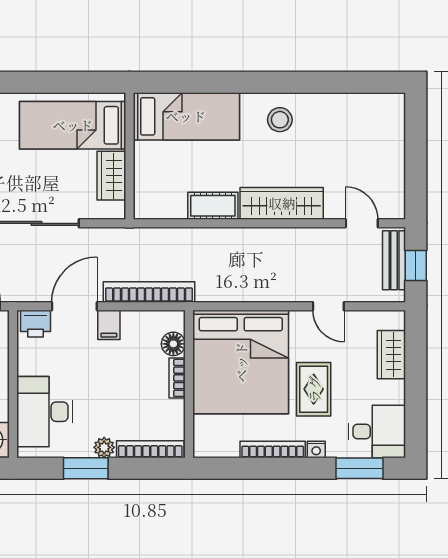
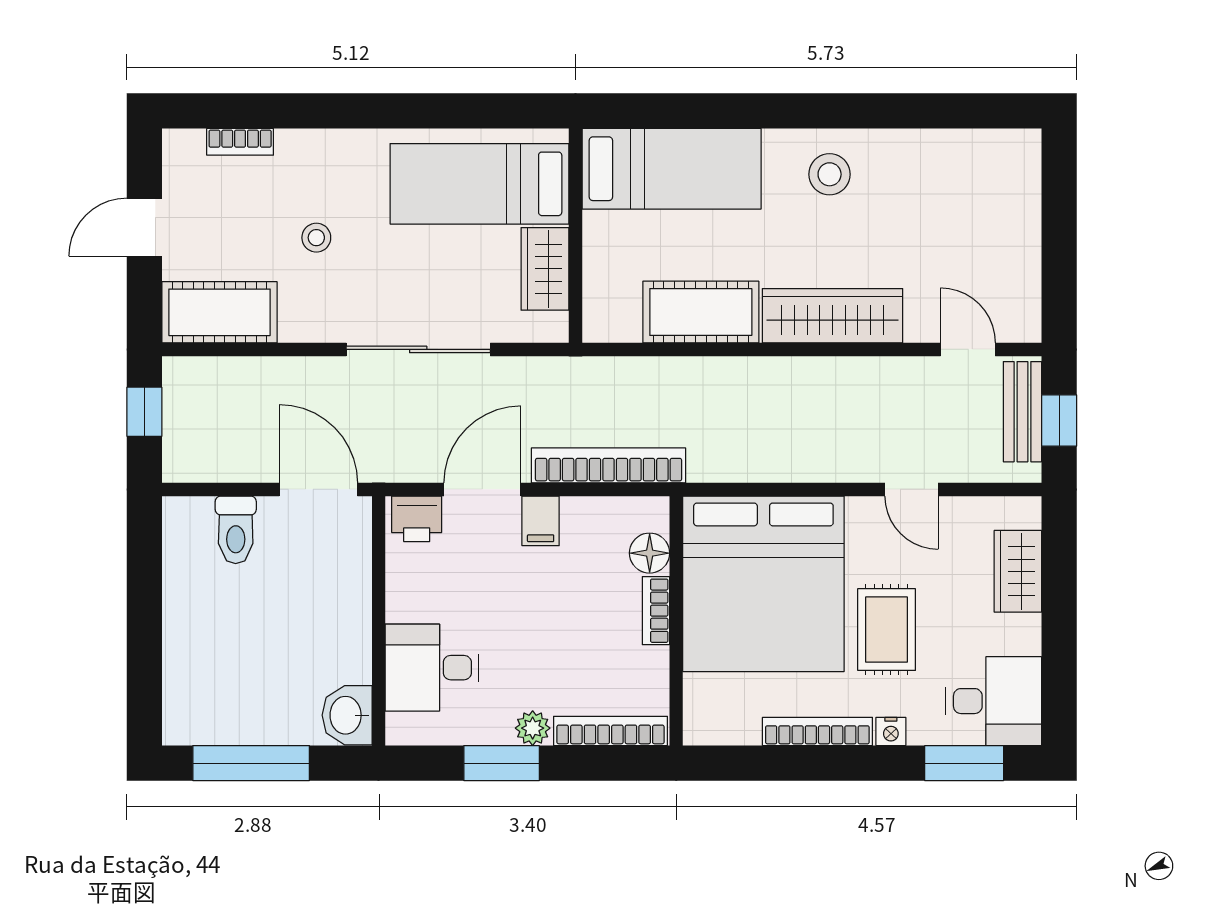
cot: (213, 206) -> (701, 312), width x1.37, depth x1.34
desk: (45, 412) -> (432, 668), width x0.73

